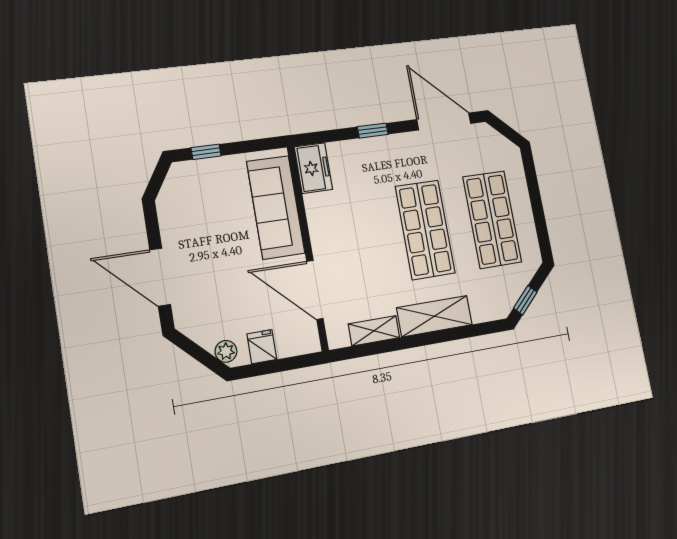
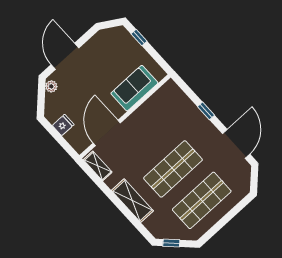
freezer: (313, 168) -> (166, 94), removed
sofa: (276, 207) -> (134, 88), width x0.73
shelving: (374, 331) -> (98, 166), moved
plant: (226, 351) -> (51, 86), moved

